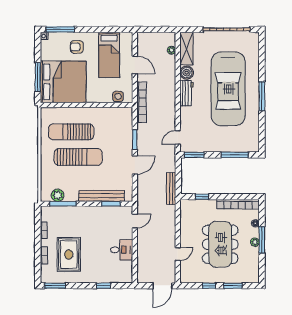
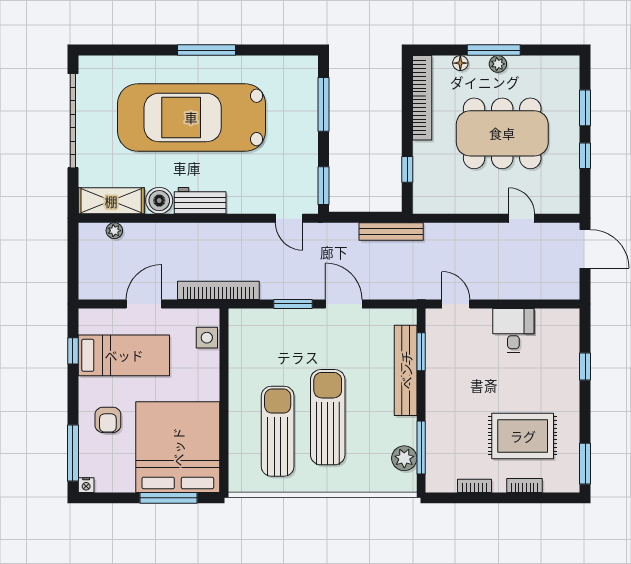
window: (111, 29) -> (73, 351), added
car: (228, 89) -> (191, 117), turned 180
sun lounger: (71, 132) -> (278, 431), turned 180

